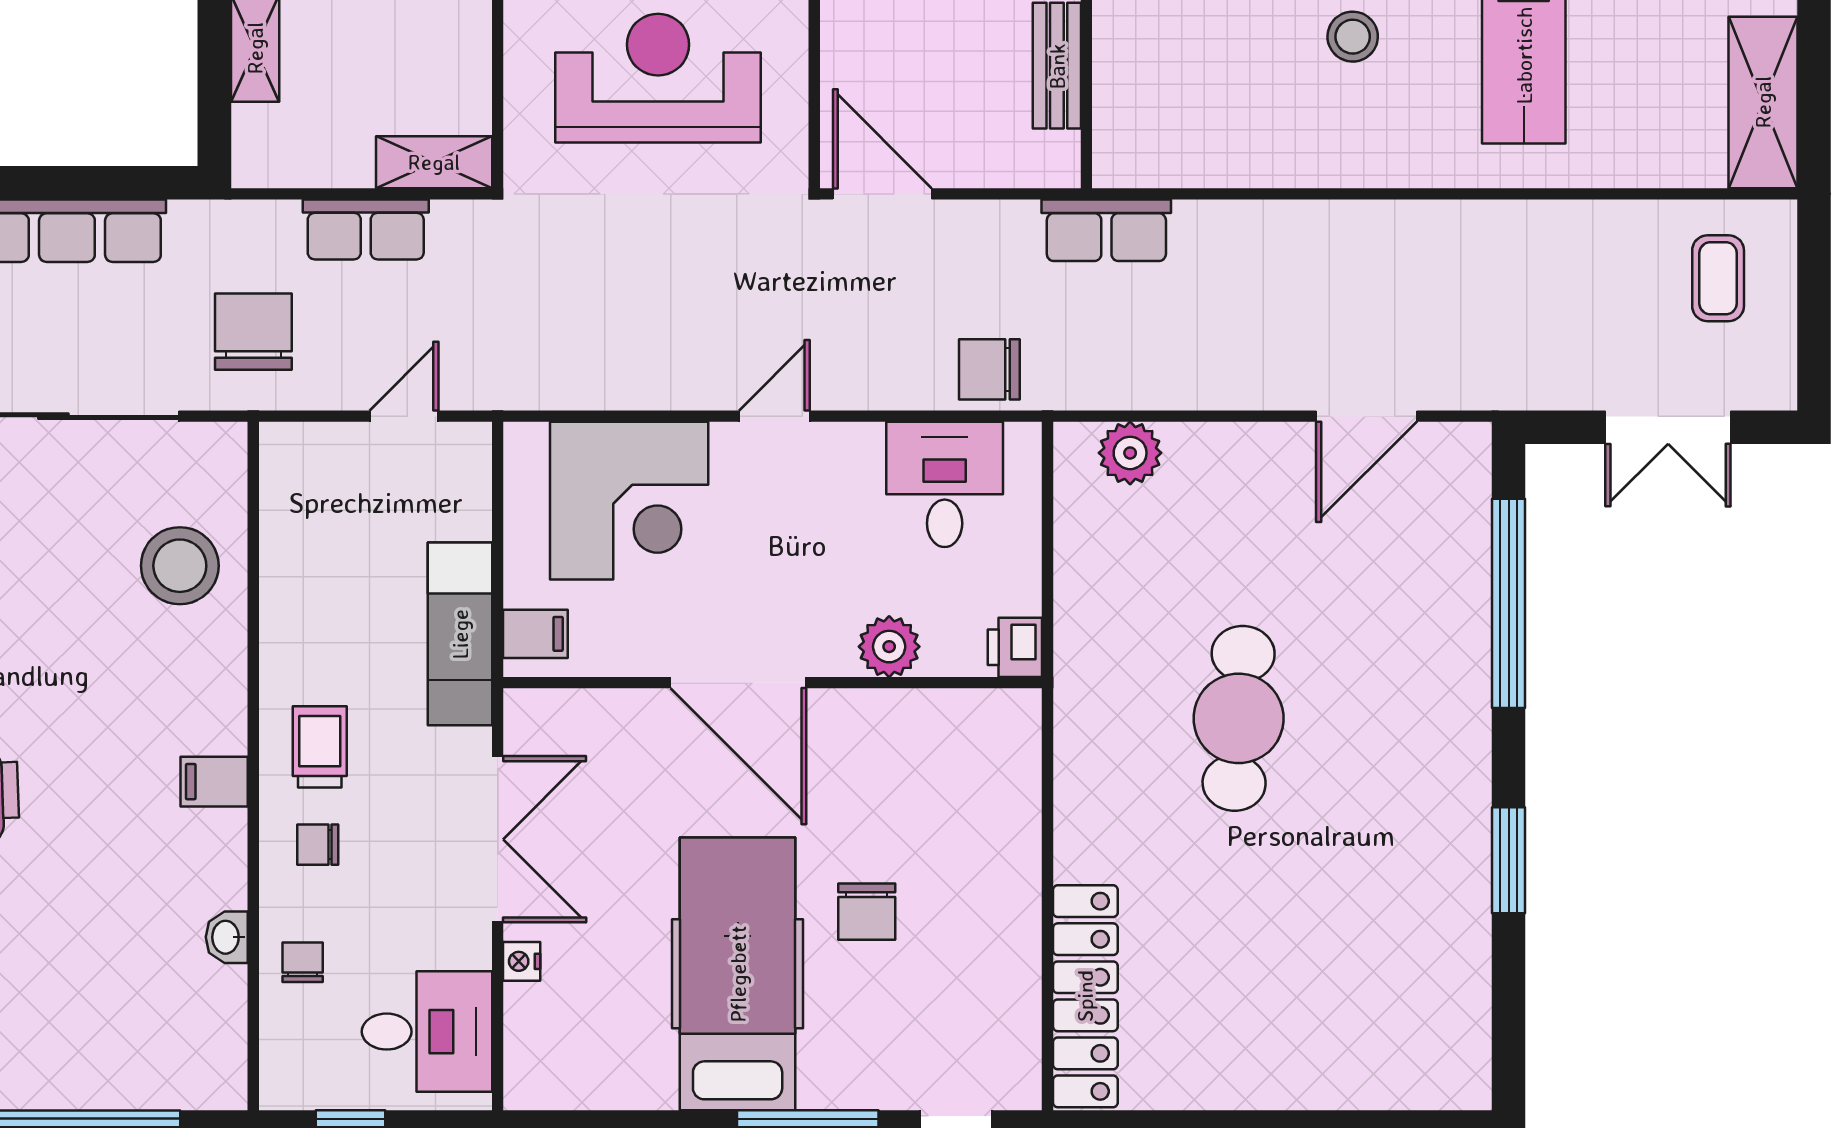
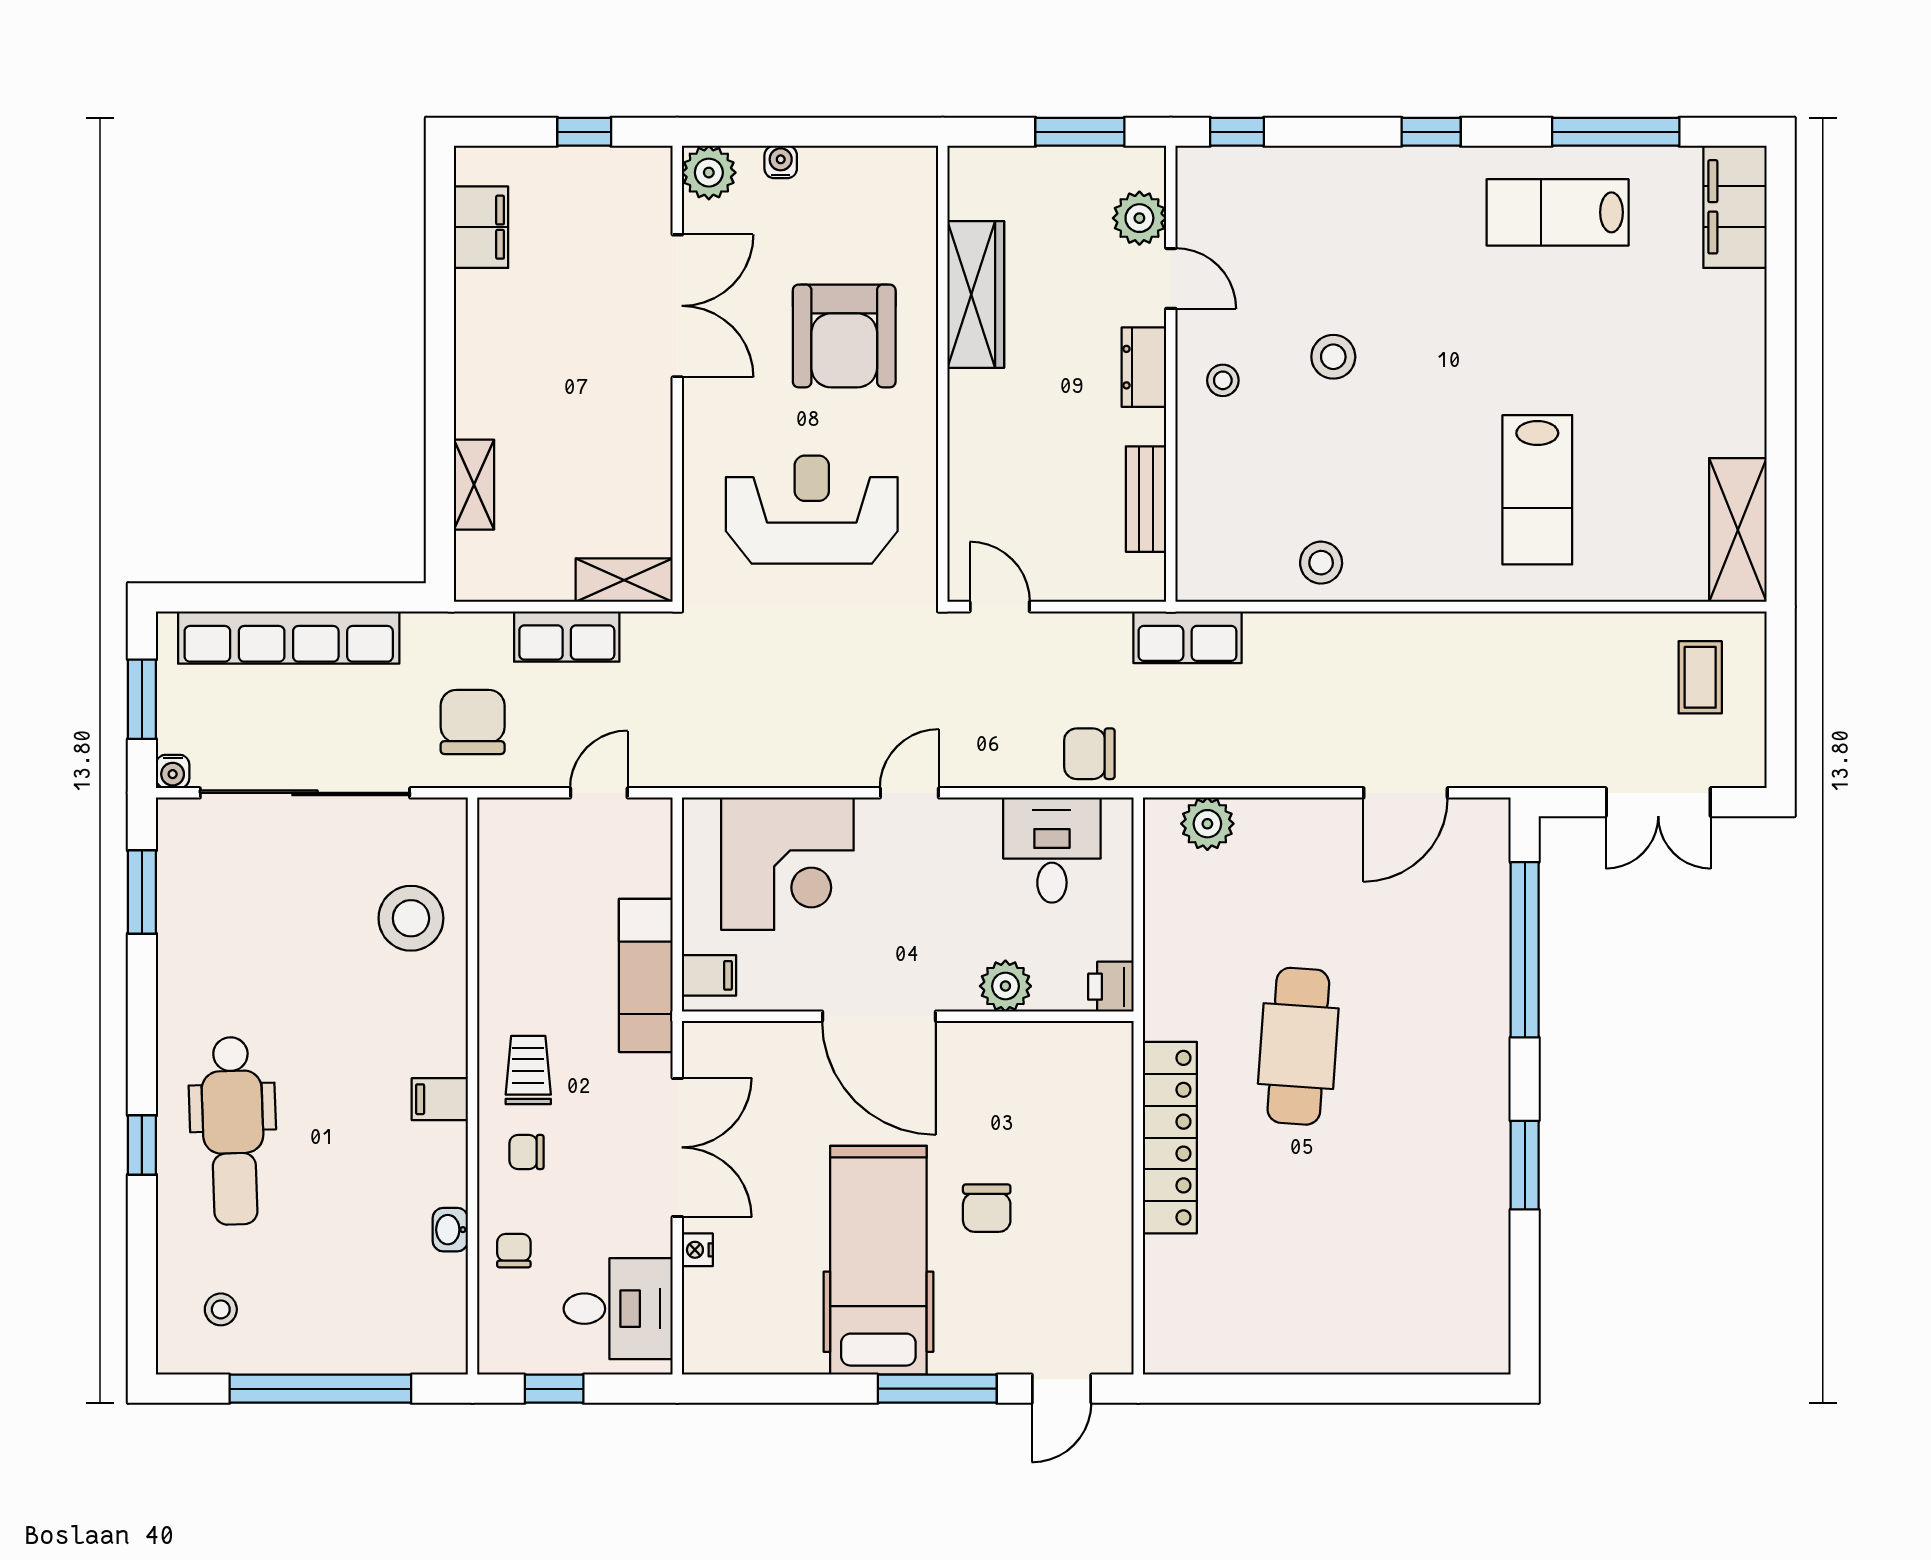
stool: (1353, 37) -> (1321, 563), moved
door: (882, 194) -> (1000, 607), width x0.73
locker: (1085, 996) -> (1170, 1138), moved

